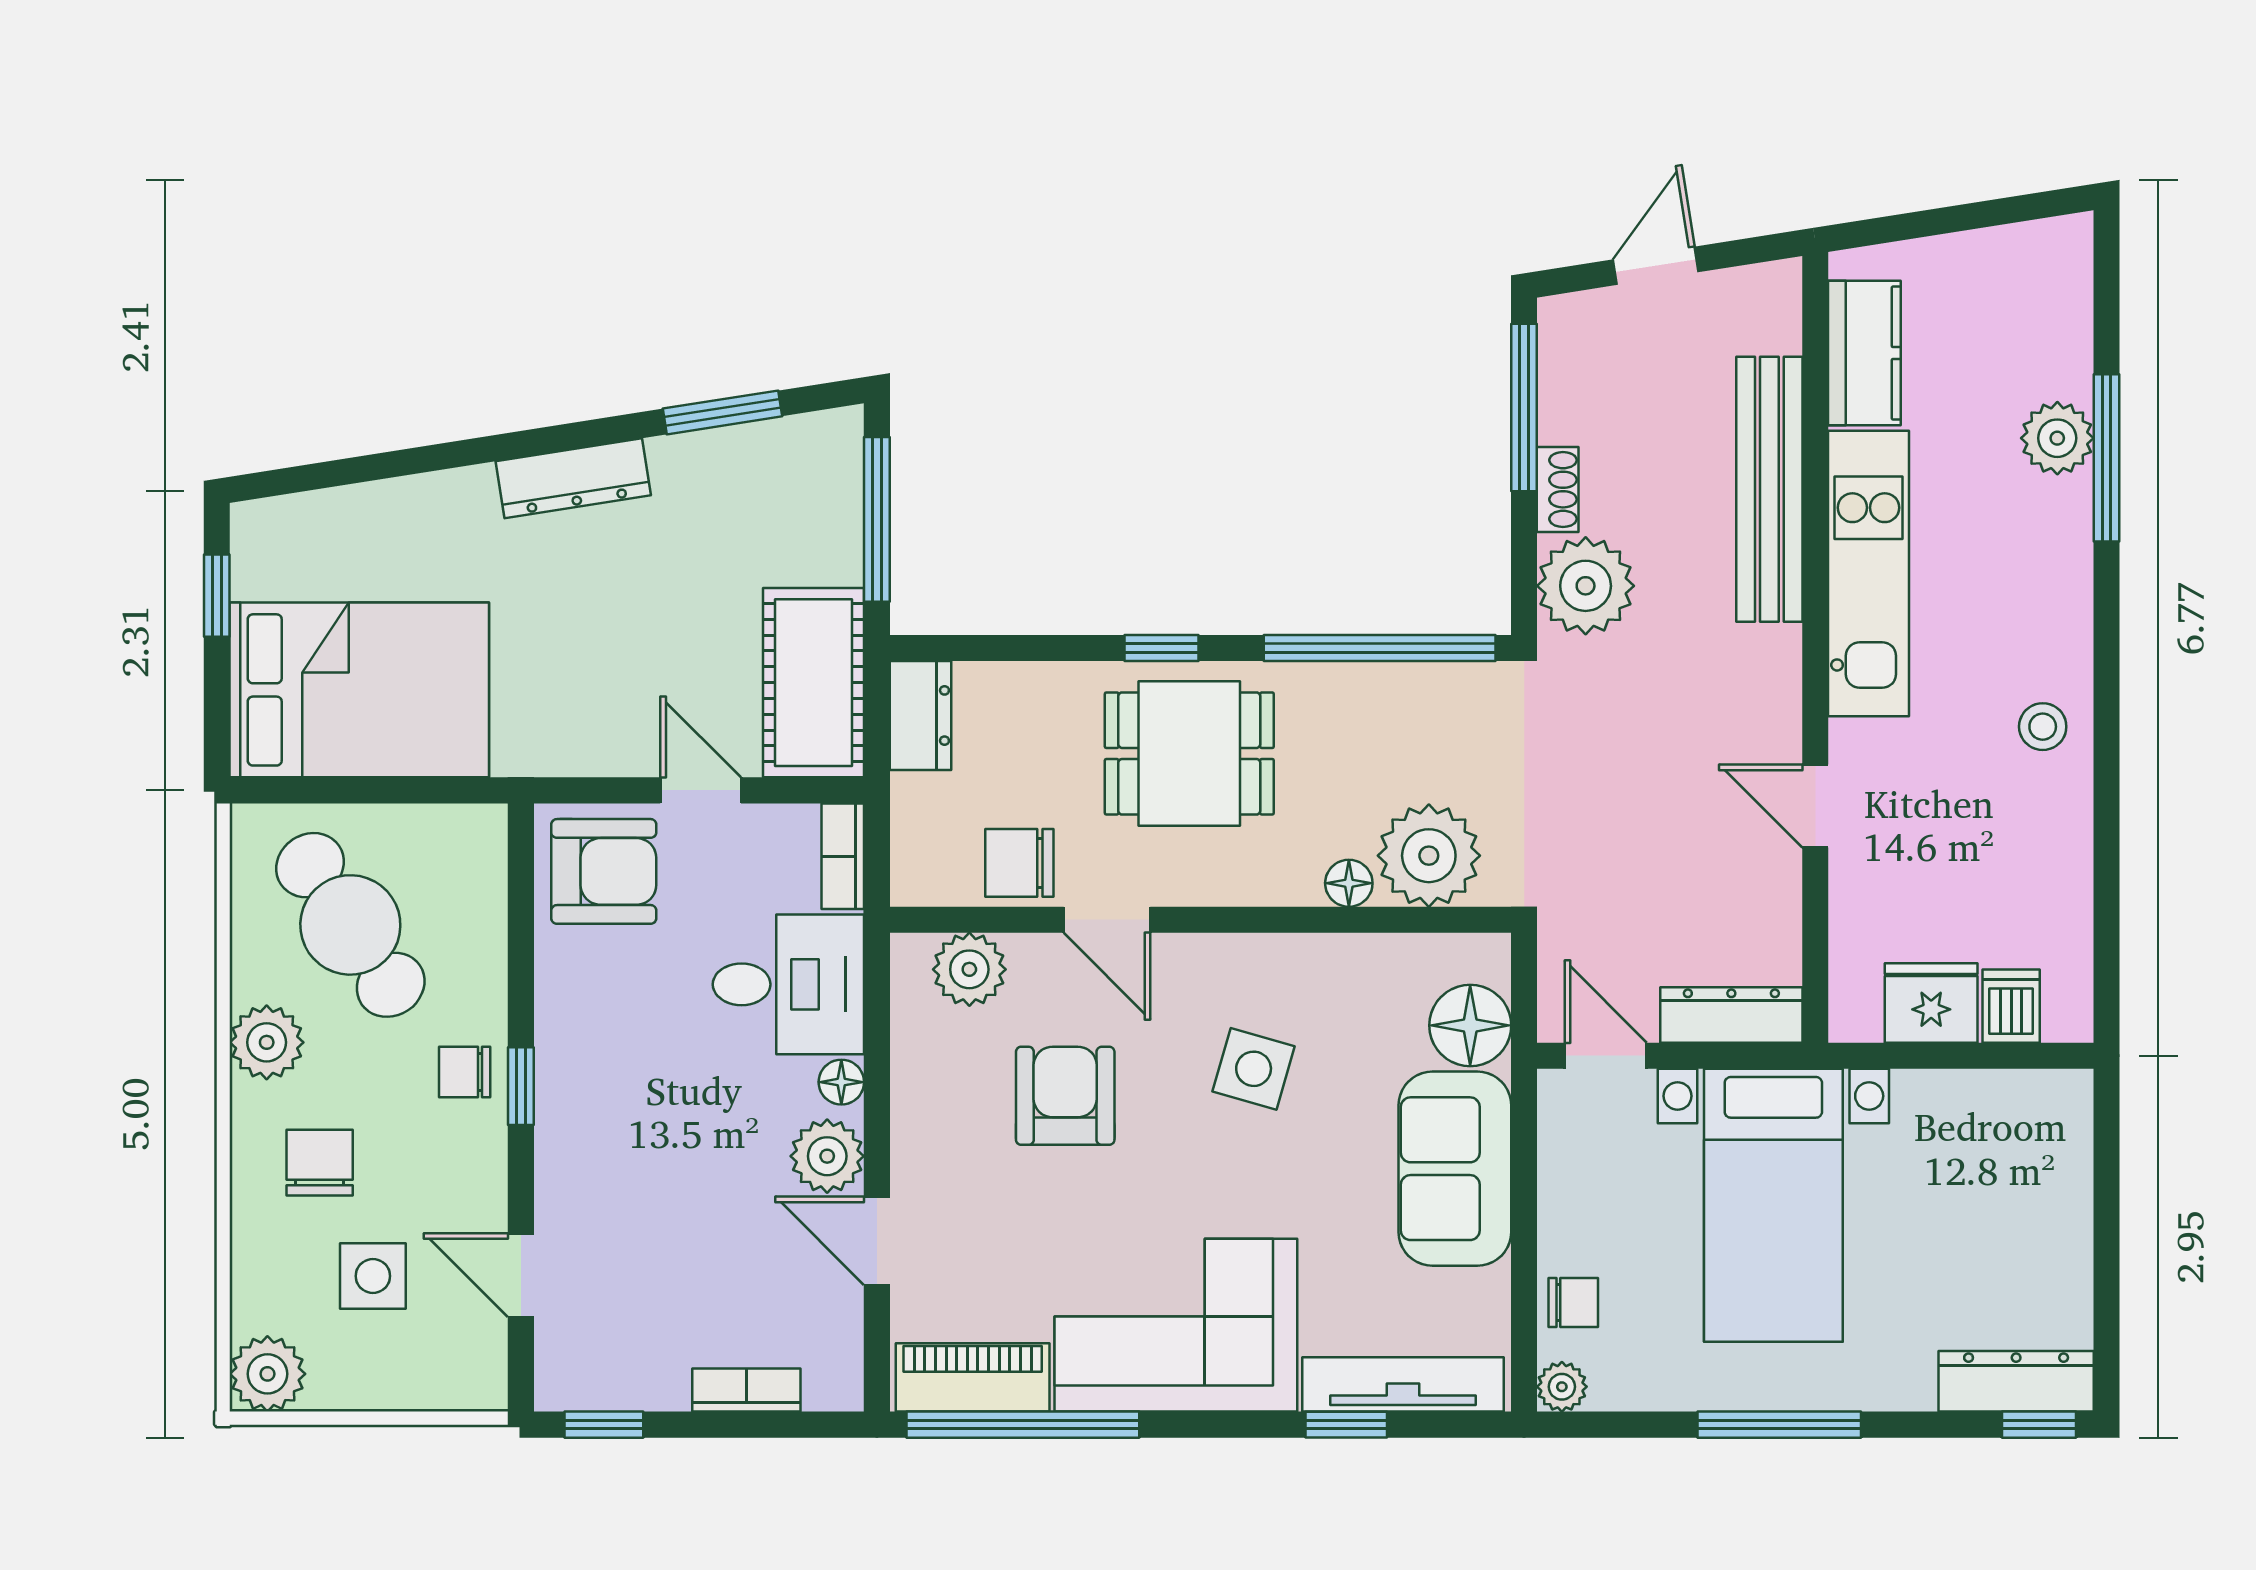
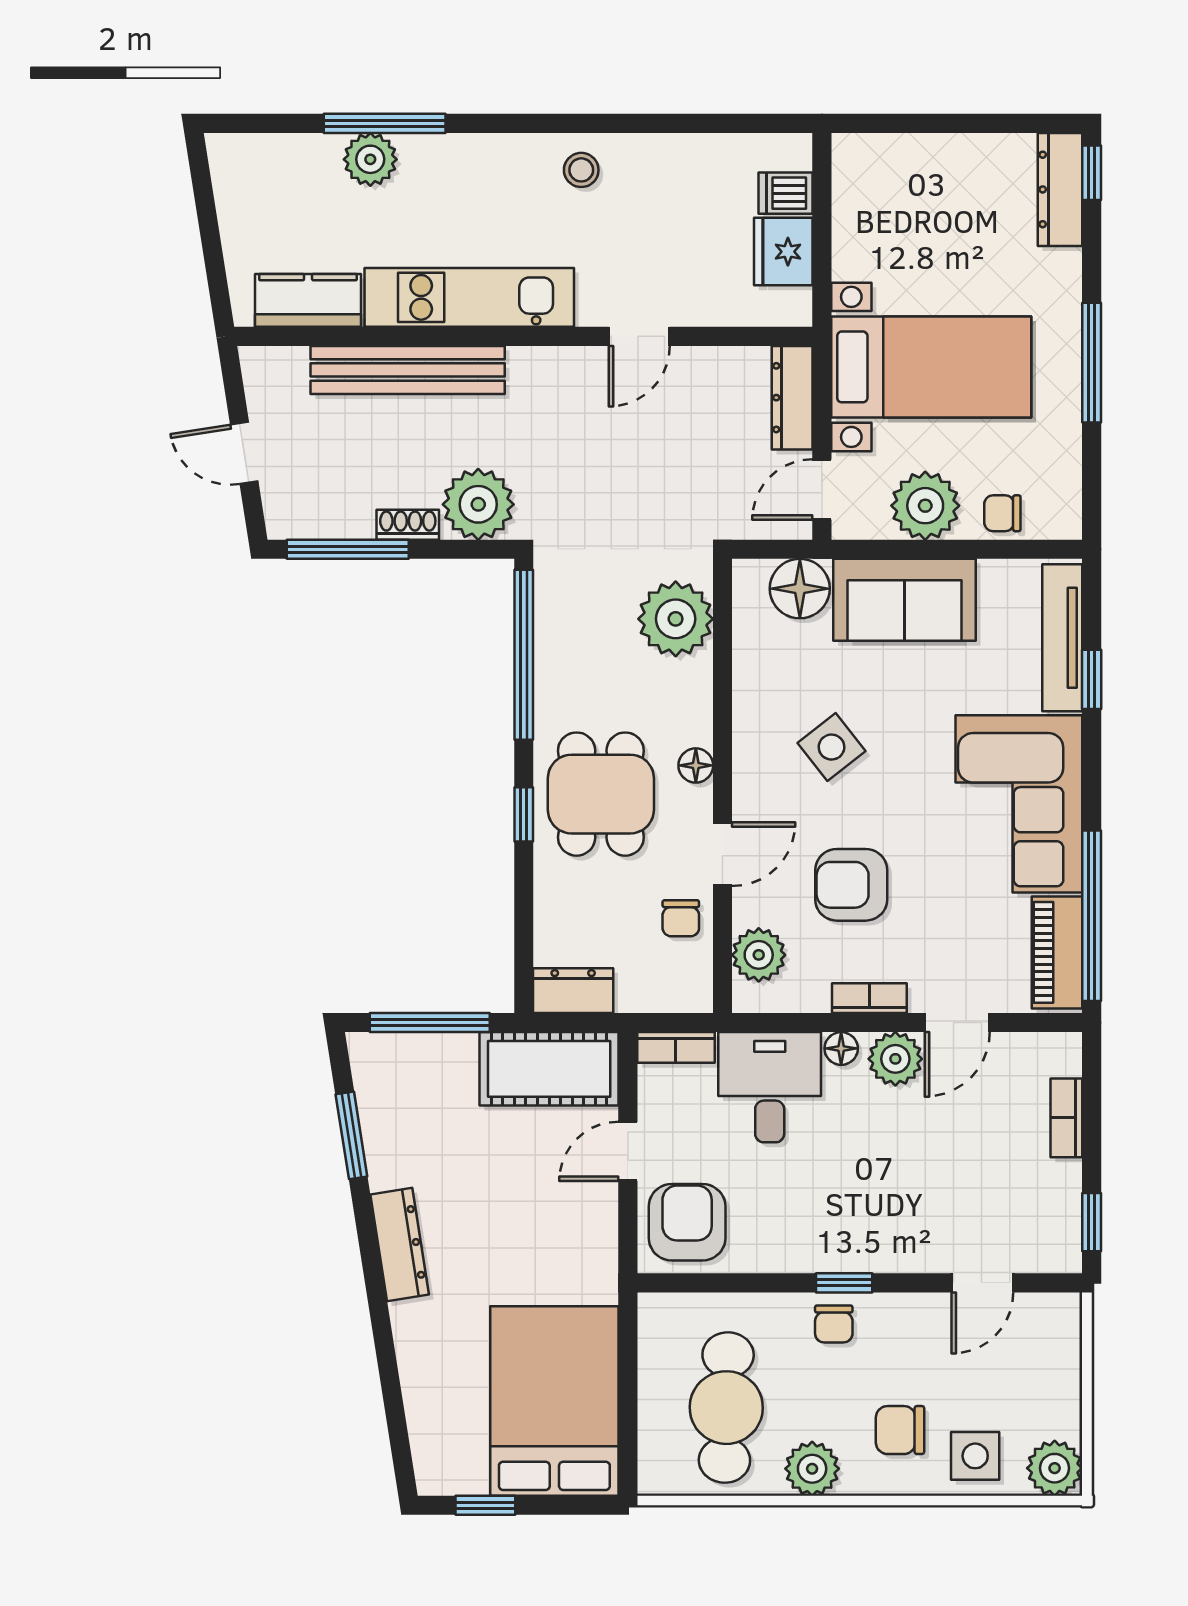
chair: (1019, 863) -> (681, 918), width x0.73, depth x0.73
floor lamp: (1349, 883) -> (696, 765), moved
cafe table: (350, 925) -> (726, 1408), turned -54
side table: (1254, 1069) -> (831, 747), turned 36
bookcase: (910, 1121) -> (869, 998), added
side table: (373, 1276) -> (975, 1456), moved
chair: (1573, 1303) -> (1002, 513), turned -90
plant: (1562, 1387) -> (925, 506), moved, width x1.87, depth x1.87

